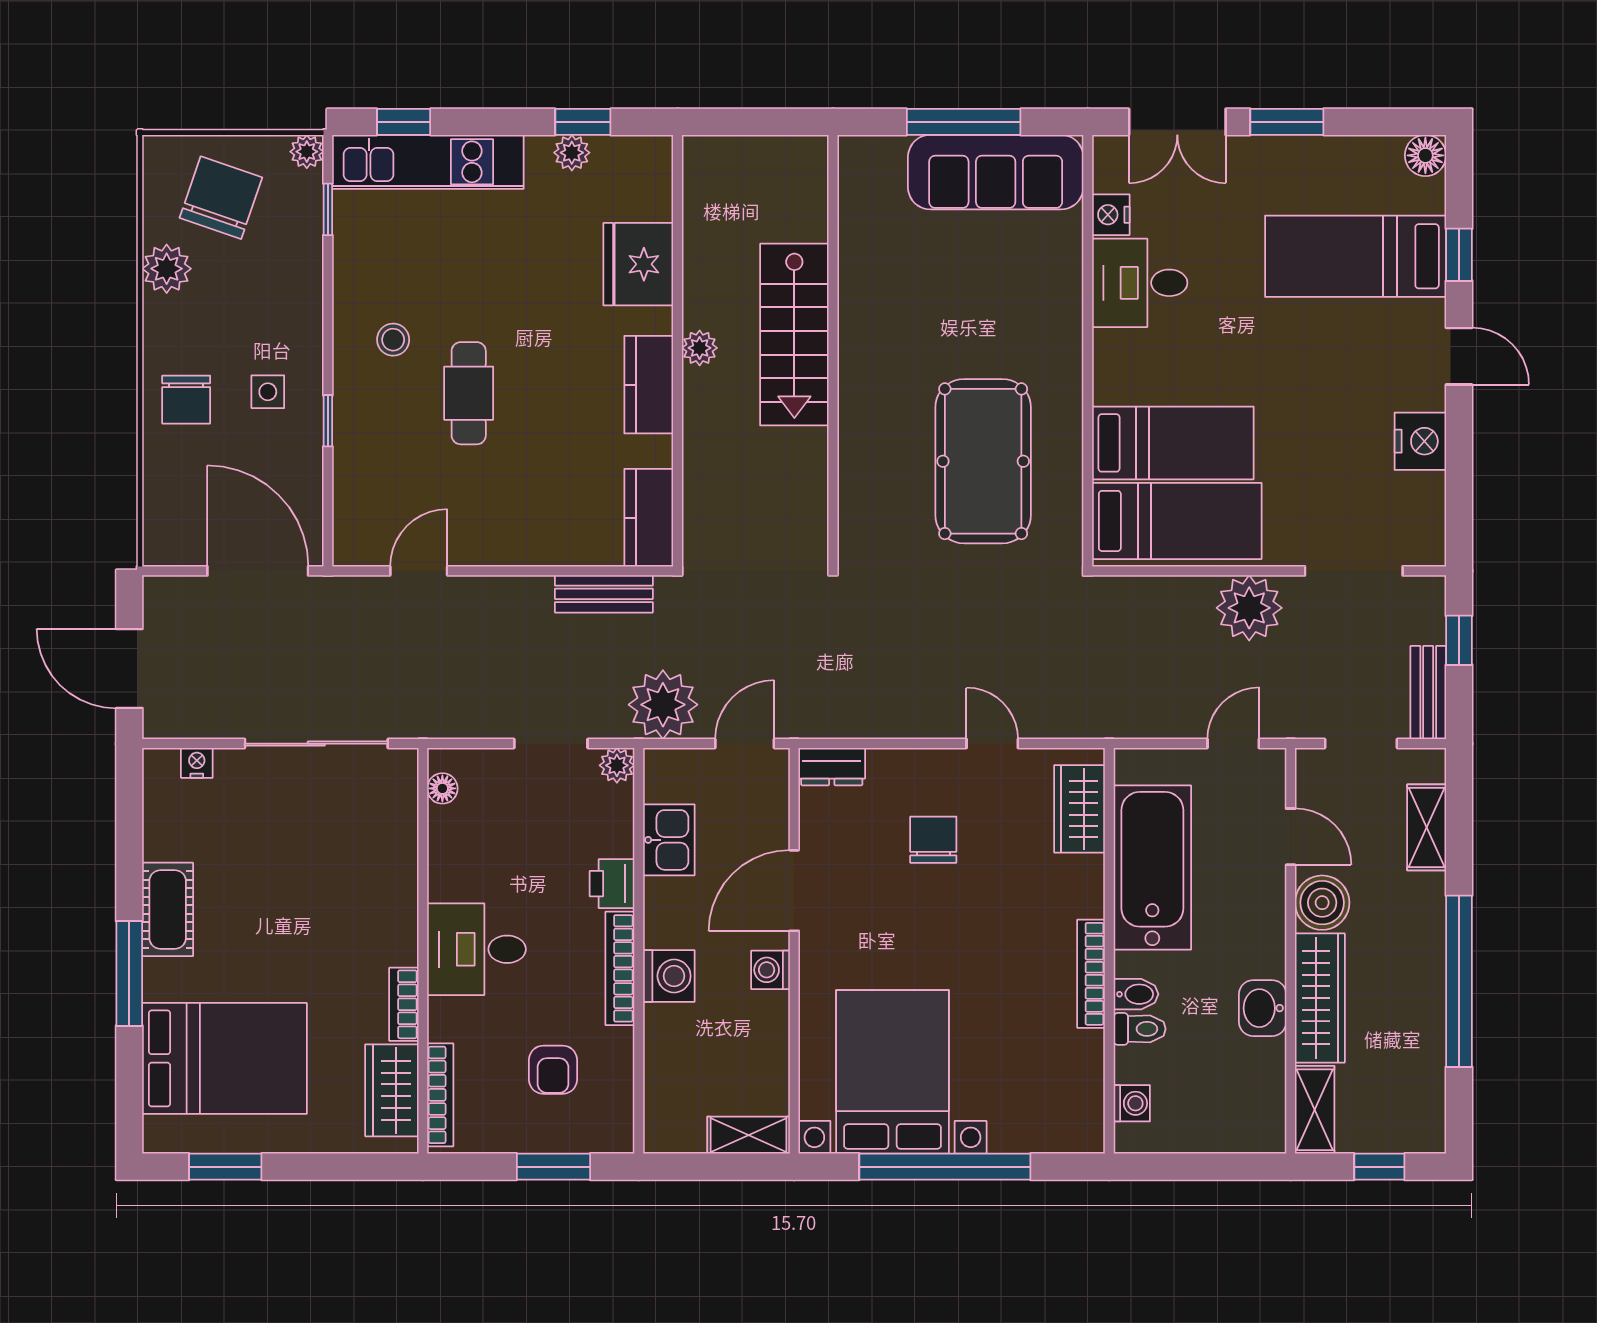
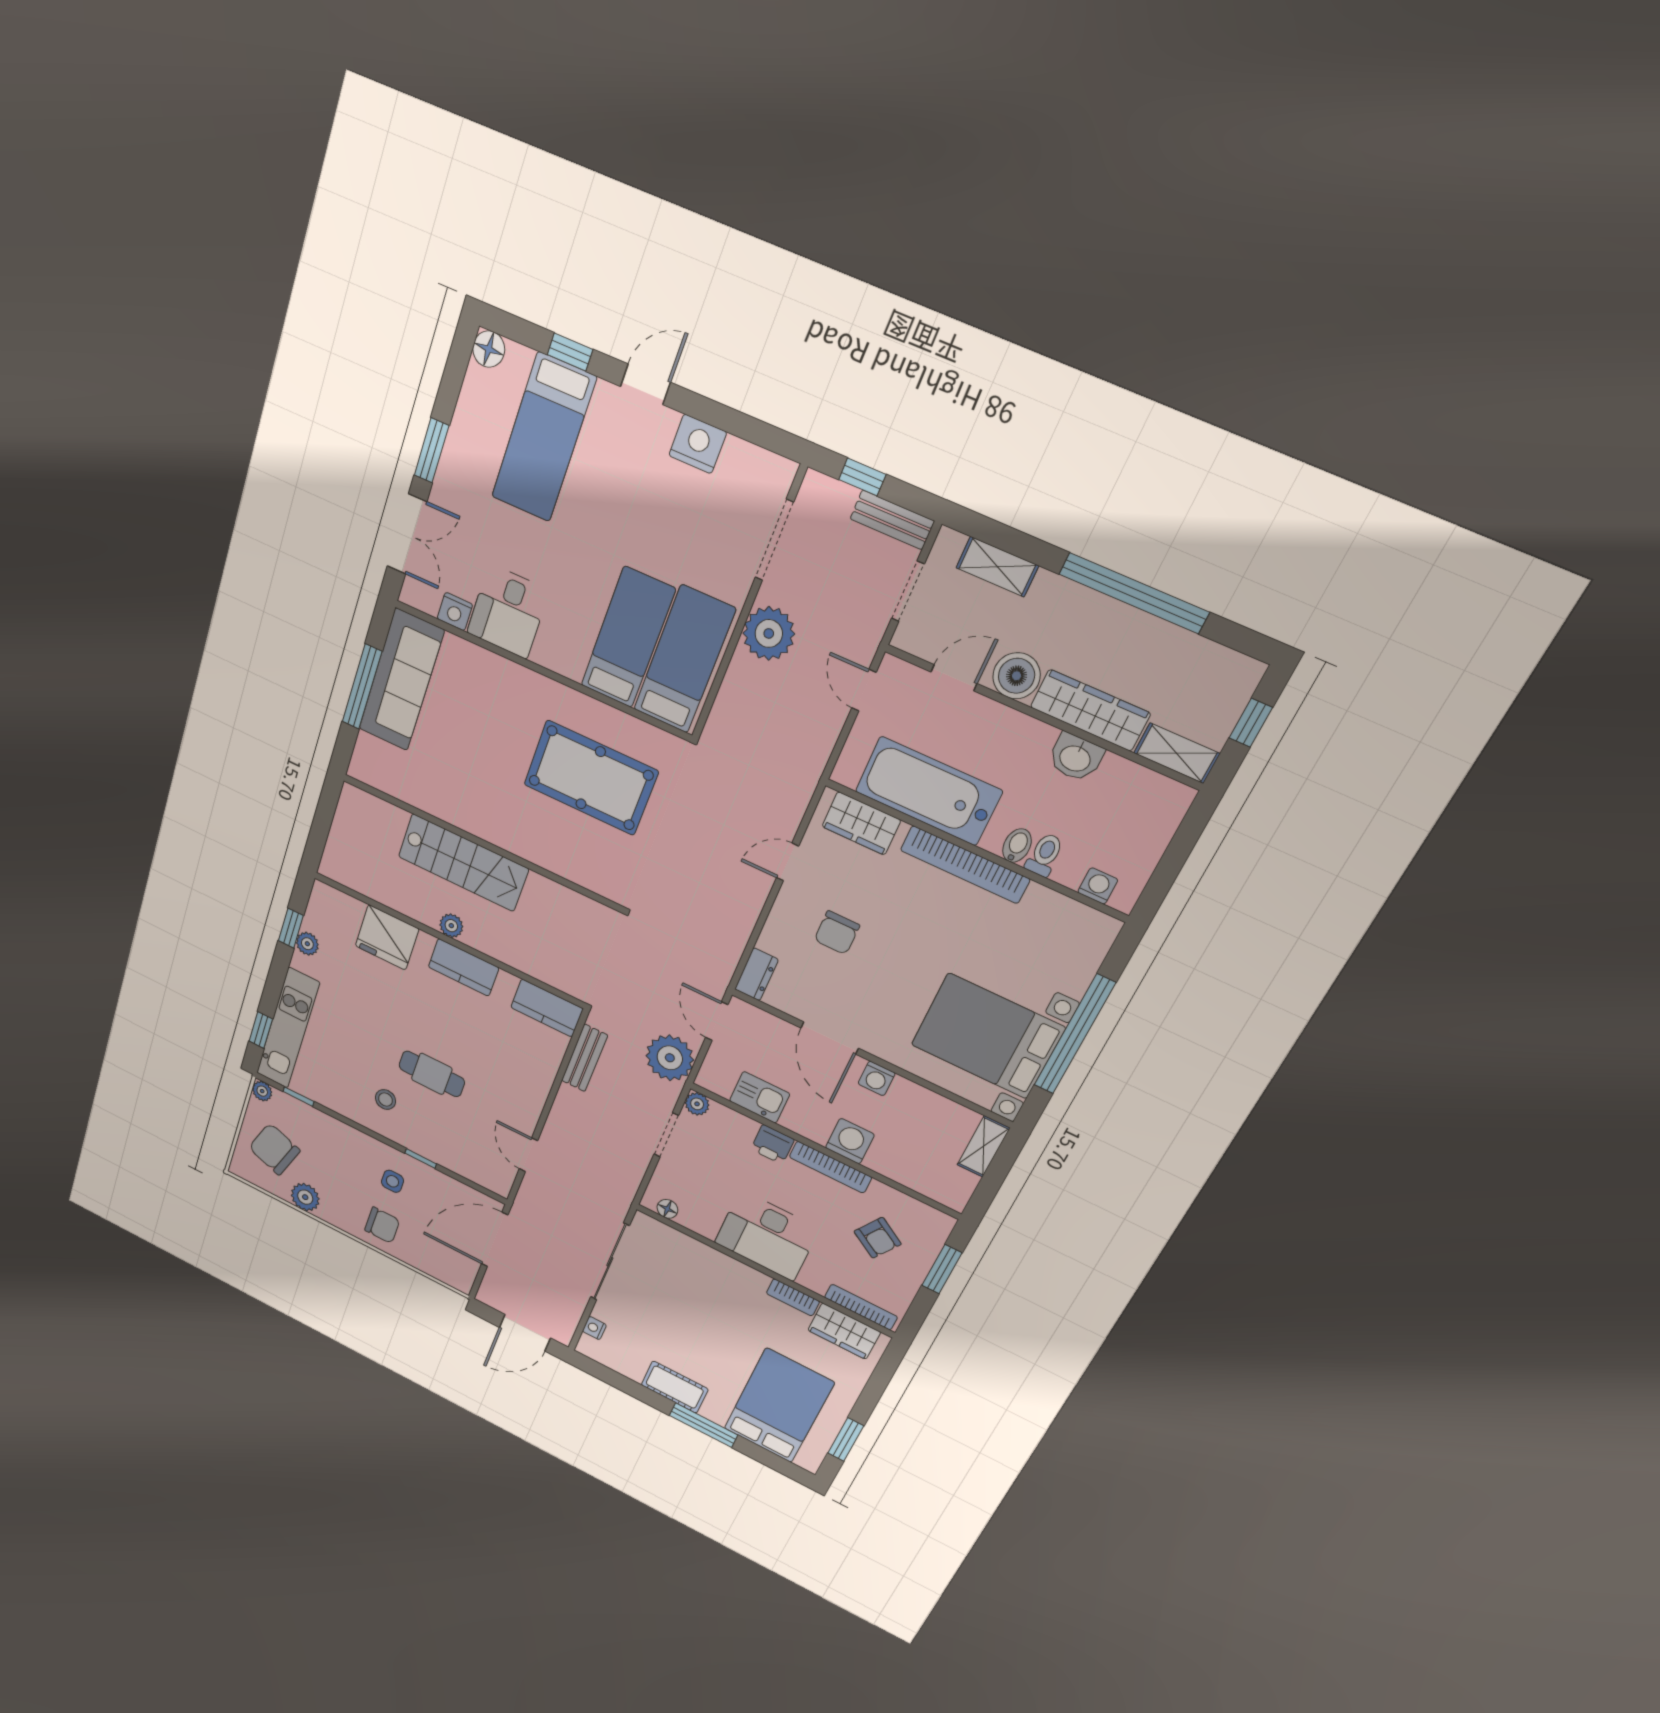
chair: (933, 840) -> (837, 933), turned -90
desk: (476, 949) -> (767, 1236), width x1.37
bookcase: (1091, 974) -> (965, 865), width x1.48, depth x1.31
armchair: (553, 1070) -> (878, 1238), turned 32

